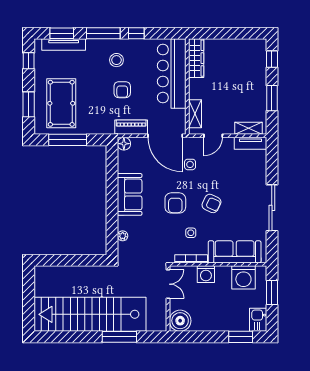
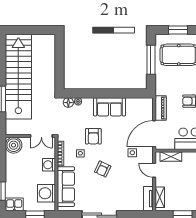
floor lamp: (124, 144) -> (68, 103), moved
armchair: (175, 203) -> (93, 136), moved, turned -90

